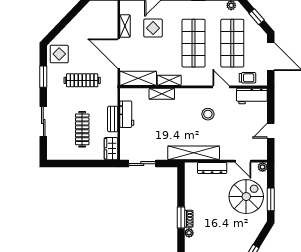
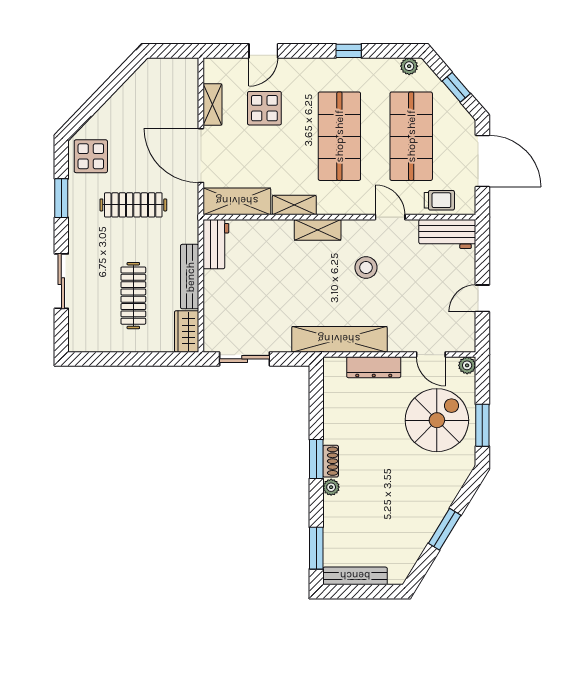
shelving: (162, 94) -> (318, 230), moved
workbench: (127, 114) -> (216, 244), moved
bench: (113, 119) -> (190, 277), width x1.36

